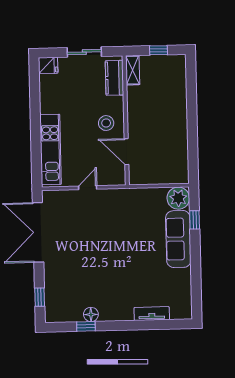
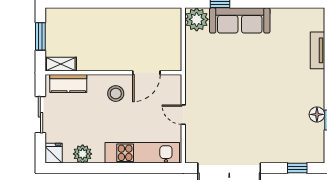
window: (159, 50) -> (40, 36), width x1.50
plant: (48, 93) -> (83, 154), added

